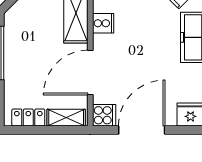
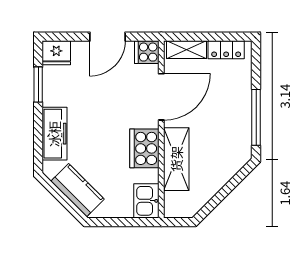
cooker: (103, 23) -> (144, 148), width x1.87, depth x1.31
door: (142, 130) -> (107, 37), width x0.73

